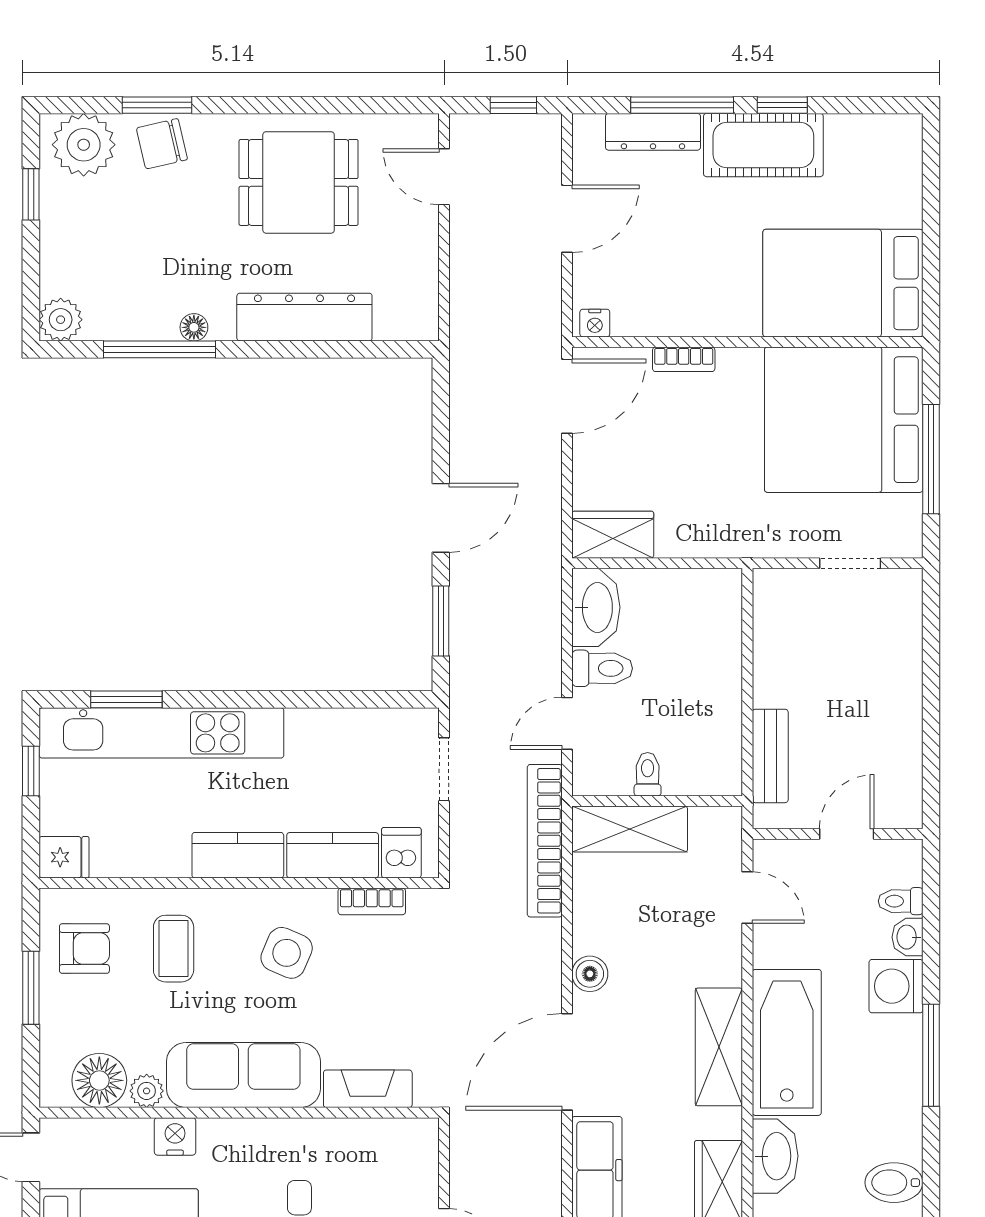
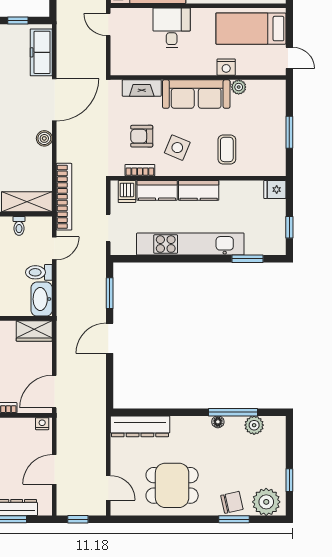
dresser: (304, 317) -> (140, 426), moved
plant: (61, 320) -> (254, 425), moved
kitchen unit: (161, 733) -> (190, 244), moved
armchair: (84, 949) -> (142, 136), moved
floor lamp: (99, 1080) -> (259, 92), removed

